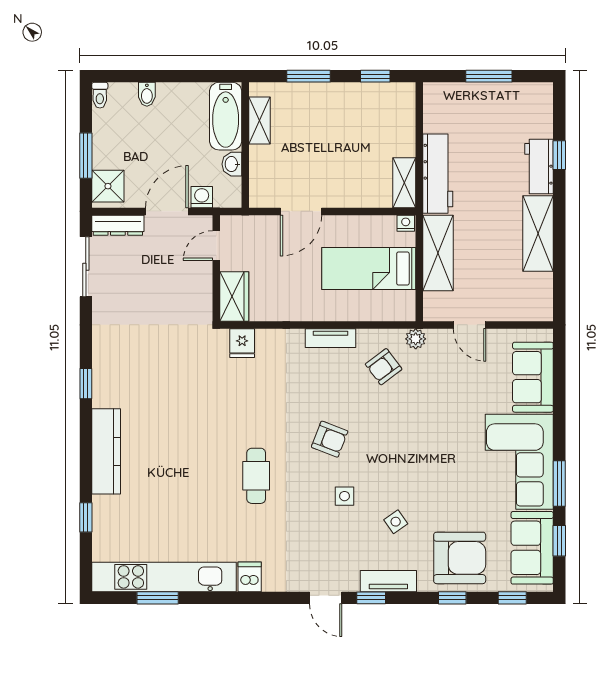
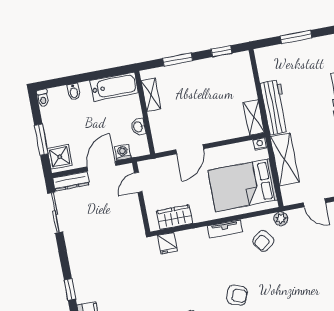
bathtub: (226, 116) -> (114, 87), moved, turned -90
bed: (369, 268) -> (243, 185), width x1.50
wardrobe: (234, 296) -> (174, 217), moved, turned -90

